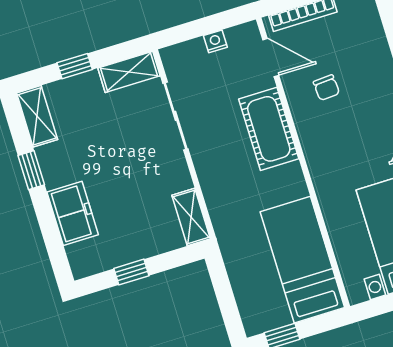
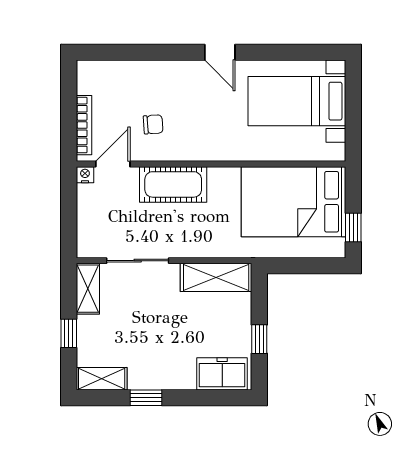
nightstand: (215, 41) -> (85, 175), moved, turned 90
freezer: (73, 213) -> (222, 374), moved
shelving: (191, 217) -> (216, 277), width x1.50, depth x1.33
bed: (302, 260) -> (294, 202), width x1.50

